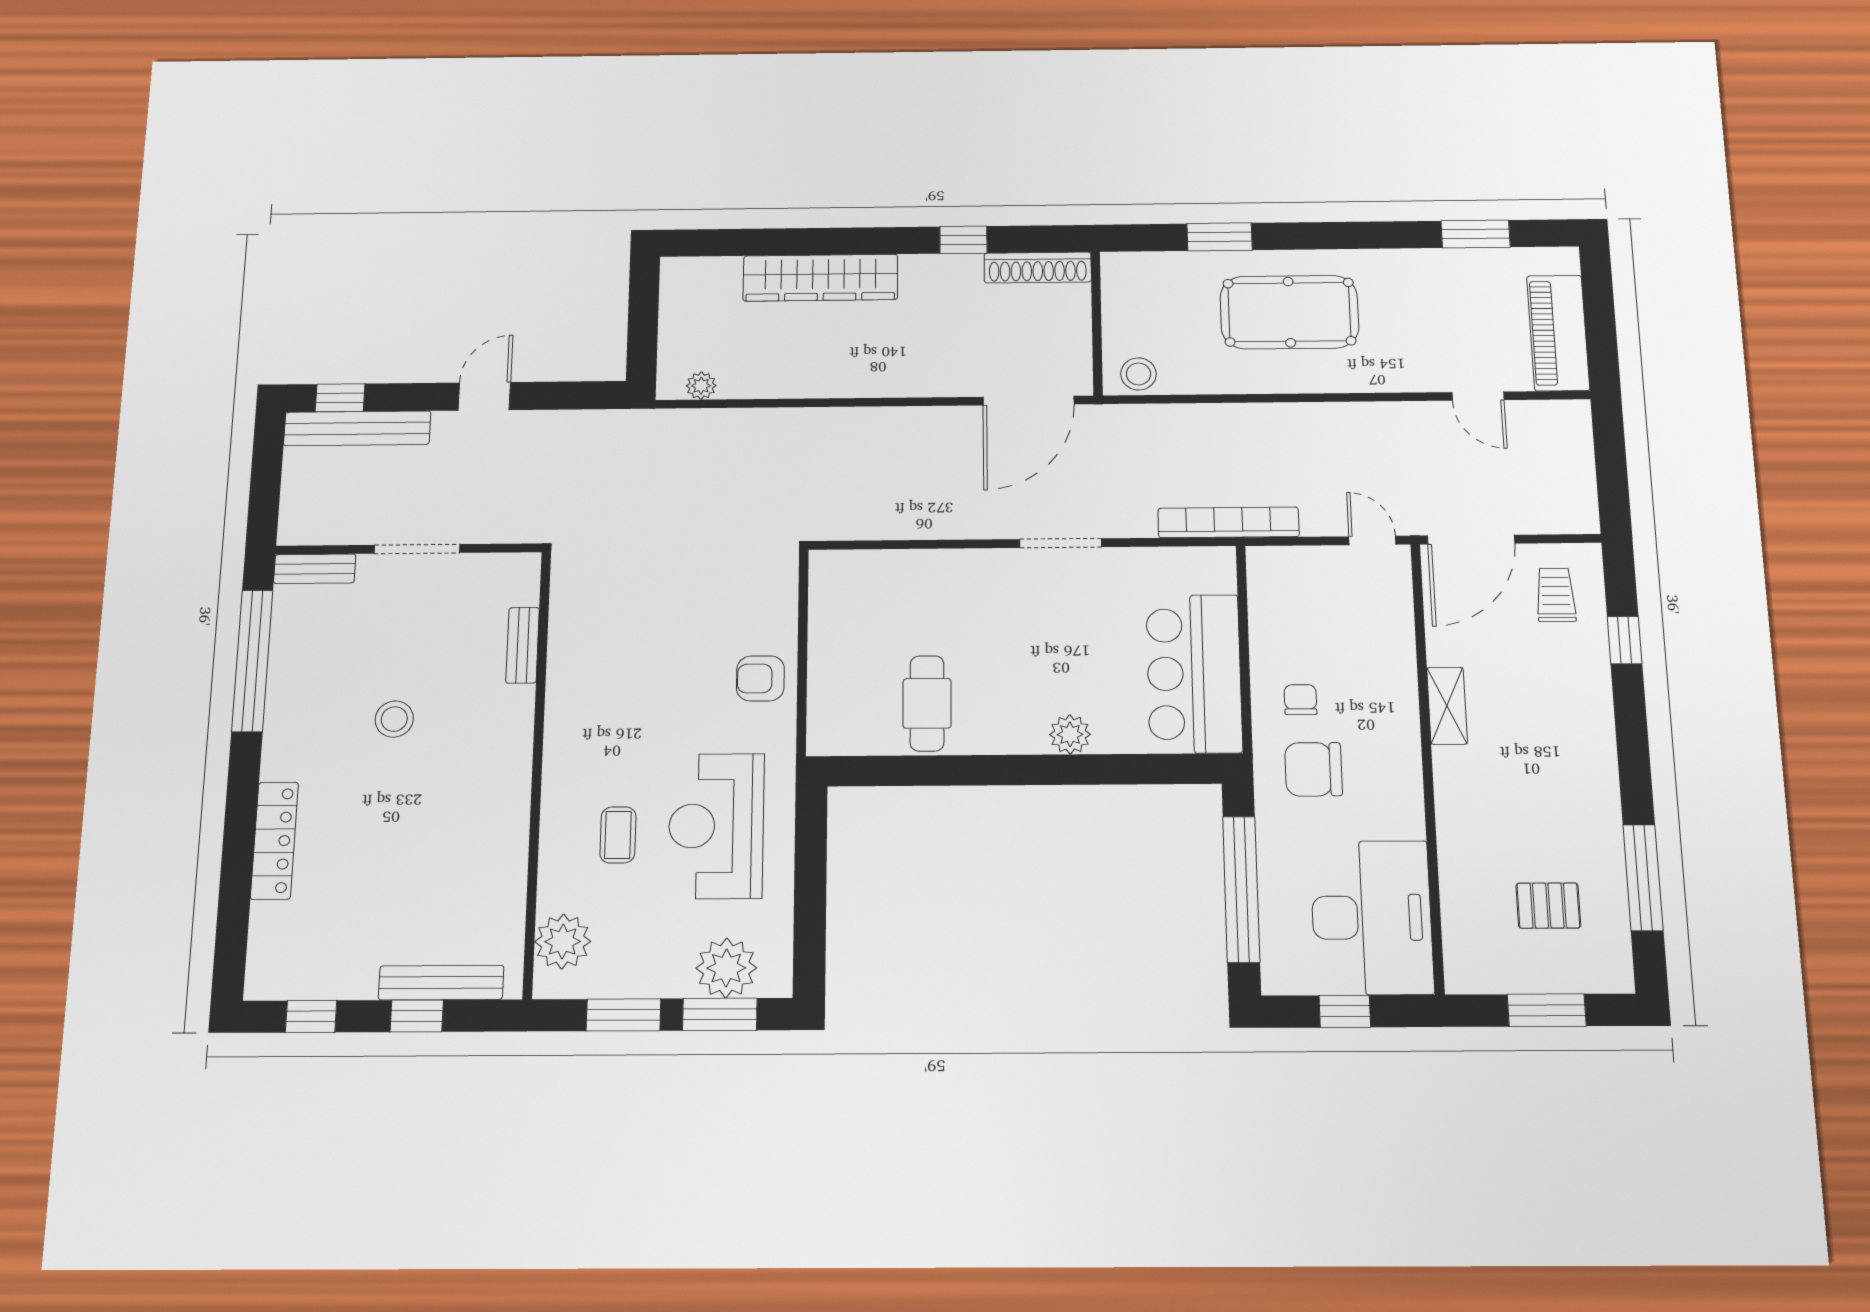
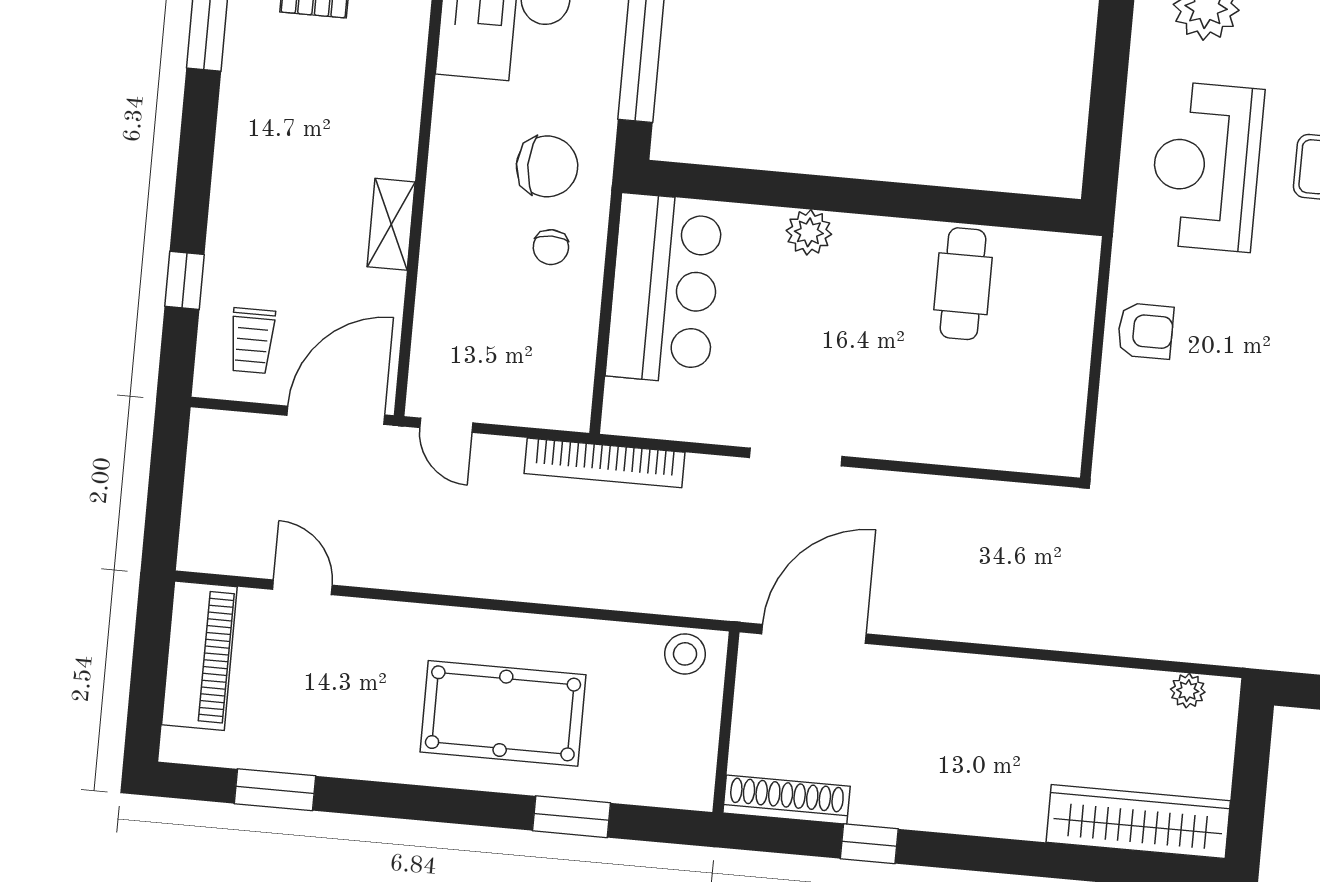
wardrobe: (820, 278) -> (1138, 822), moved
reception desk: (716, 826) -> (1206, 167), turned 180

